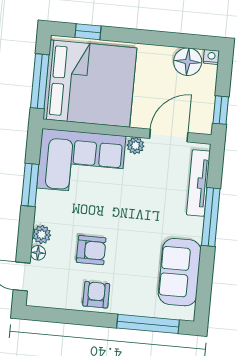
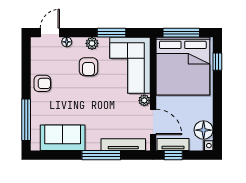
tv unit: (205, 109) -> (173, 144), added
plant: (42, 235) -> (92, 43), moved
armchair: (91, 250) -> (88, 67), moved

